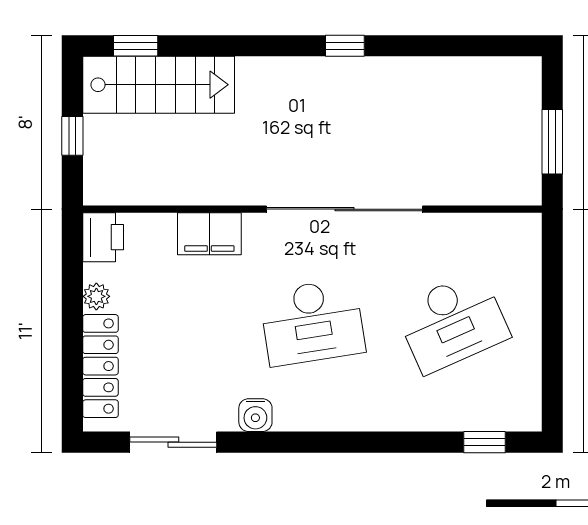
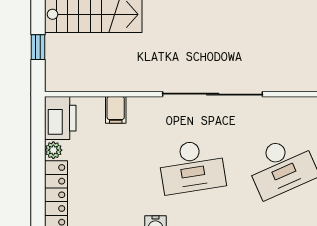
filing cabinet: (209, 234) -> (116, 110), width x0.50
printer: (103, 237) -> (60, 118), width x1.37, depth x1.19

